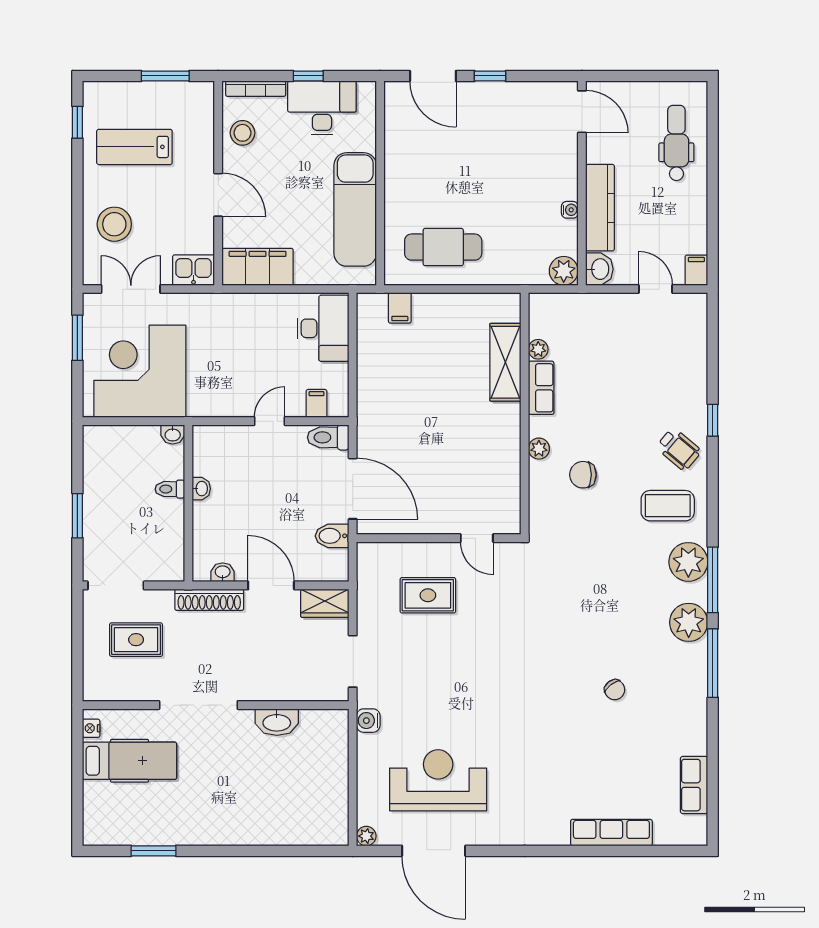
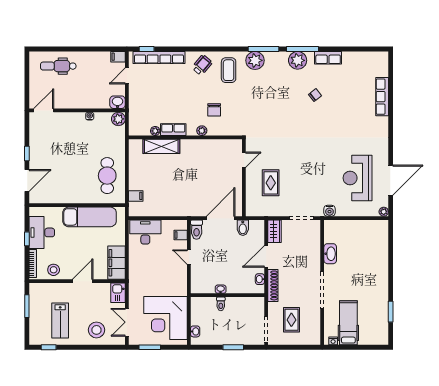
kitchen counter: (600, 208) -> (89, 102), removed
row of seats: (695, 357) -> (159, 57), added
window: (713, 420) -> (147, 49), moved
washbasin: (173, 434) -> (195, 331), moved
plant: (689, 622) -> (298, 60), moved
row of seats: (694, 785) -> (328, 58), moved

